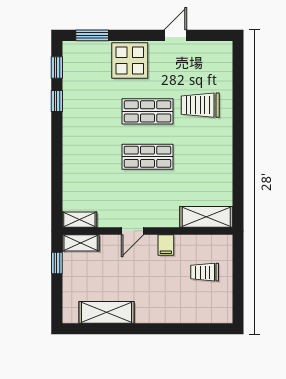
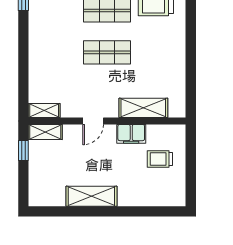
shelving: (206, 217) -> (143, 108), moved
filing cabinet: (166, 245) -> (131, 134), width x2.00
shelving: (107, 312) -> (91, 196), moved

